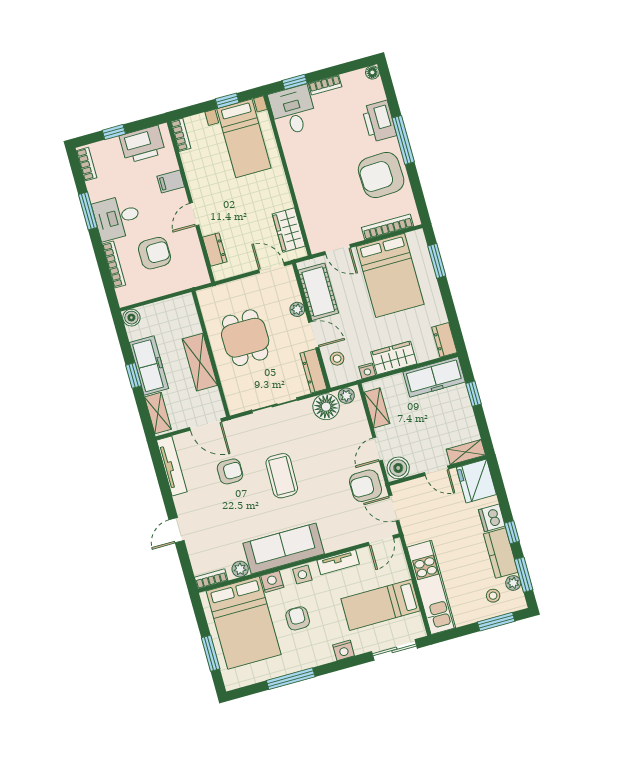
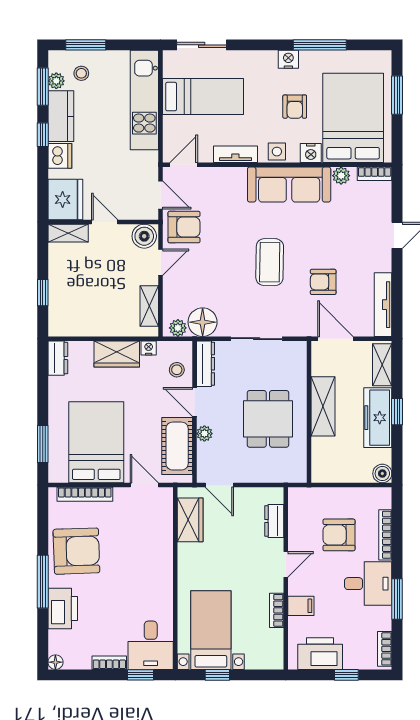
bookcase: (181, 135) -> (277, 610), moved
freezer: (434, 377) -> (80, 322), removed
nightstand: (344, 650) -> (288, 59), moved

